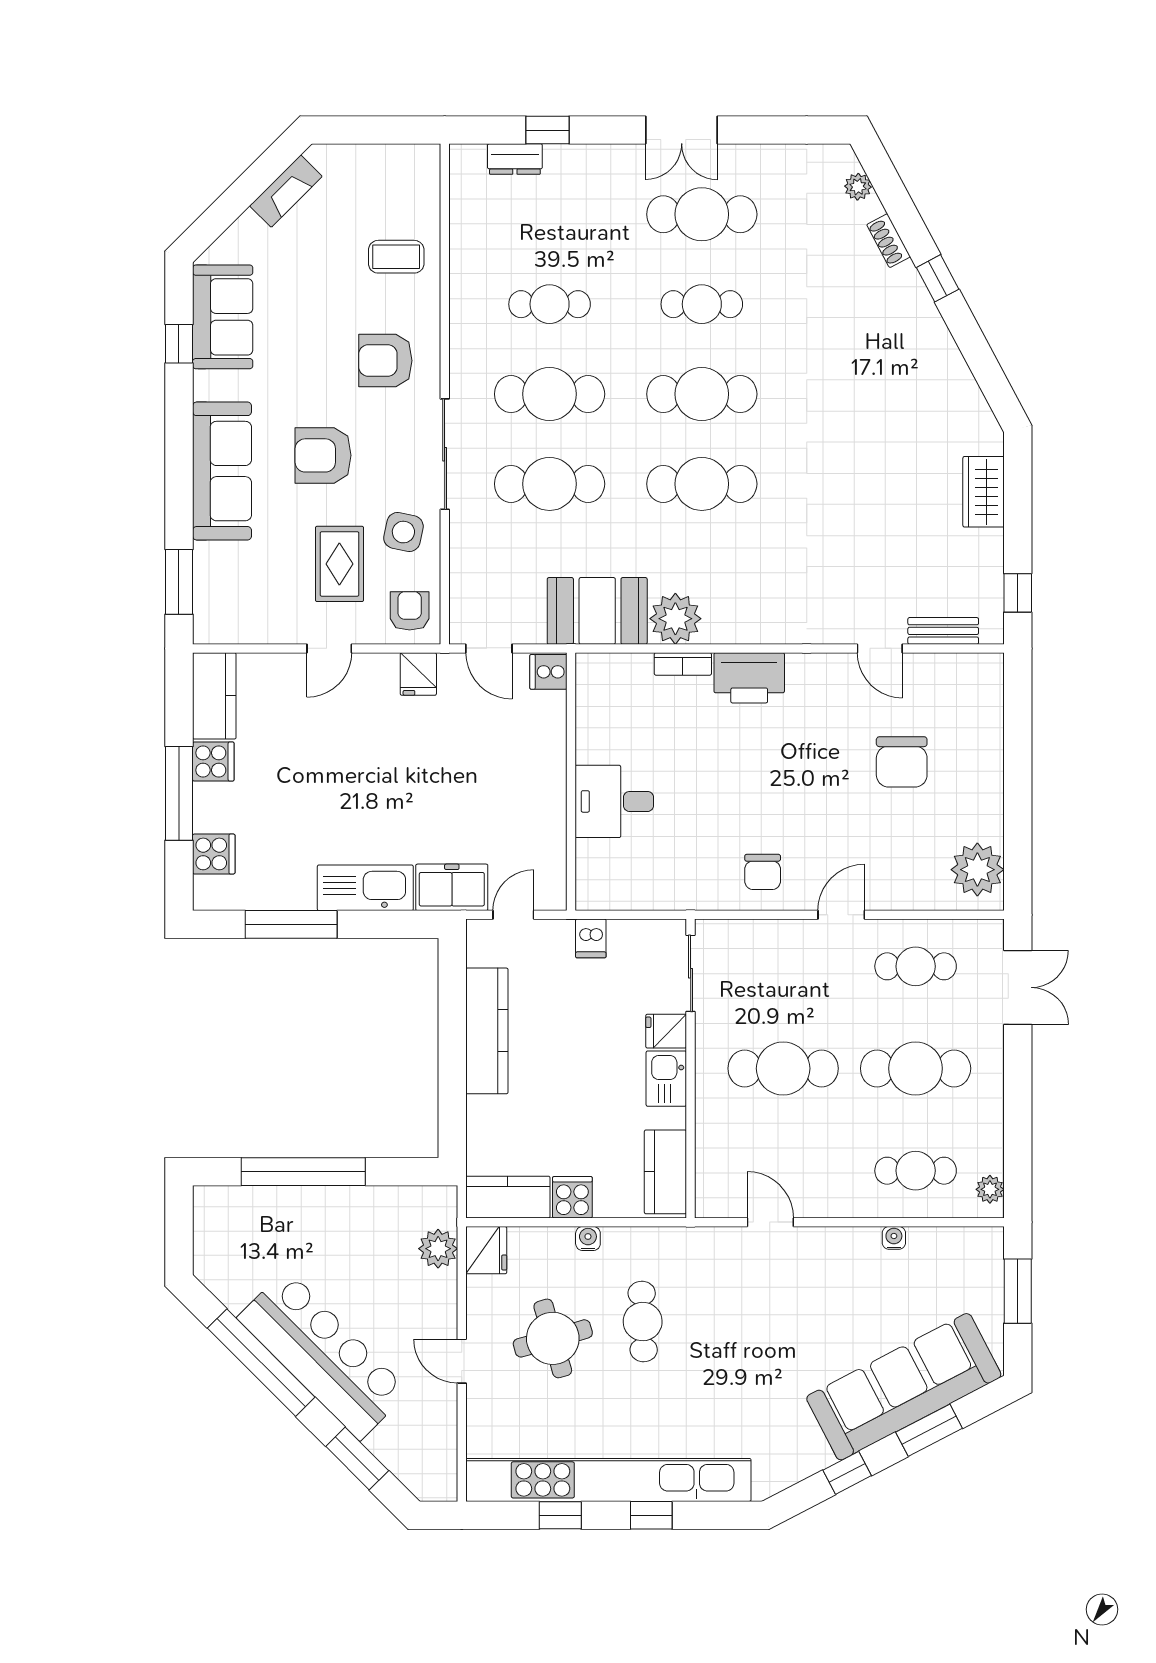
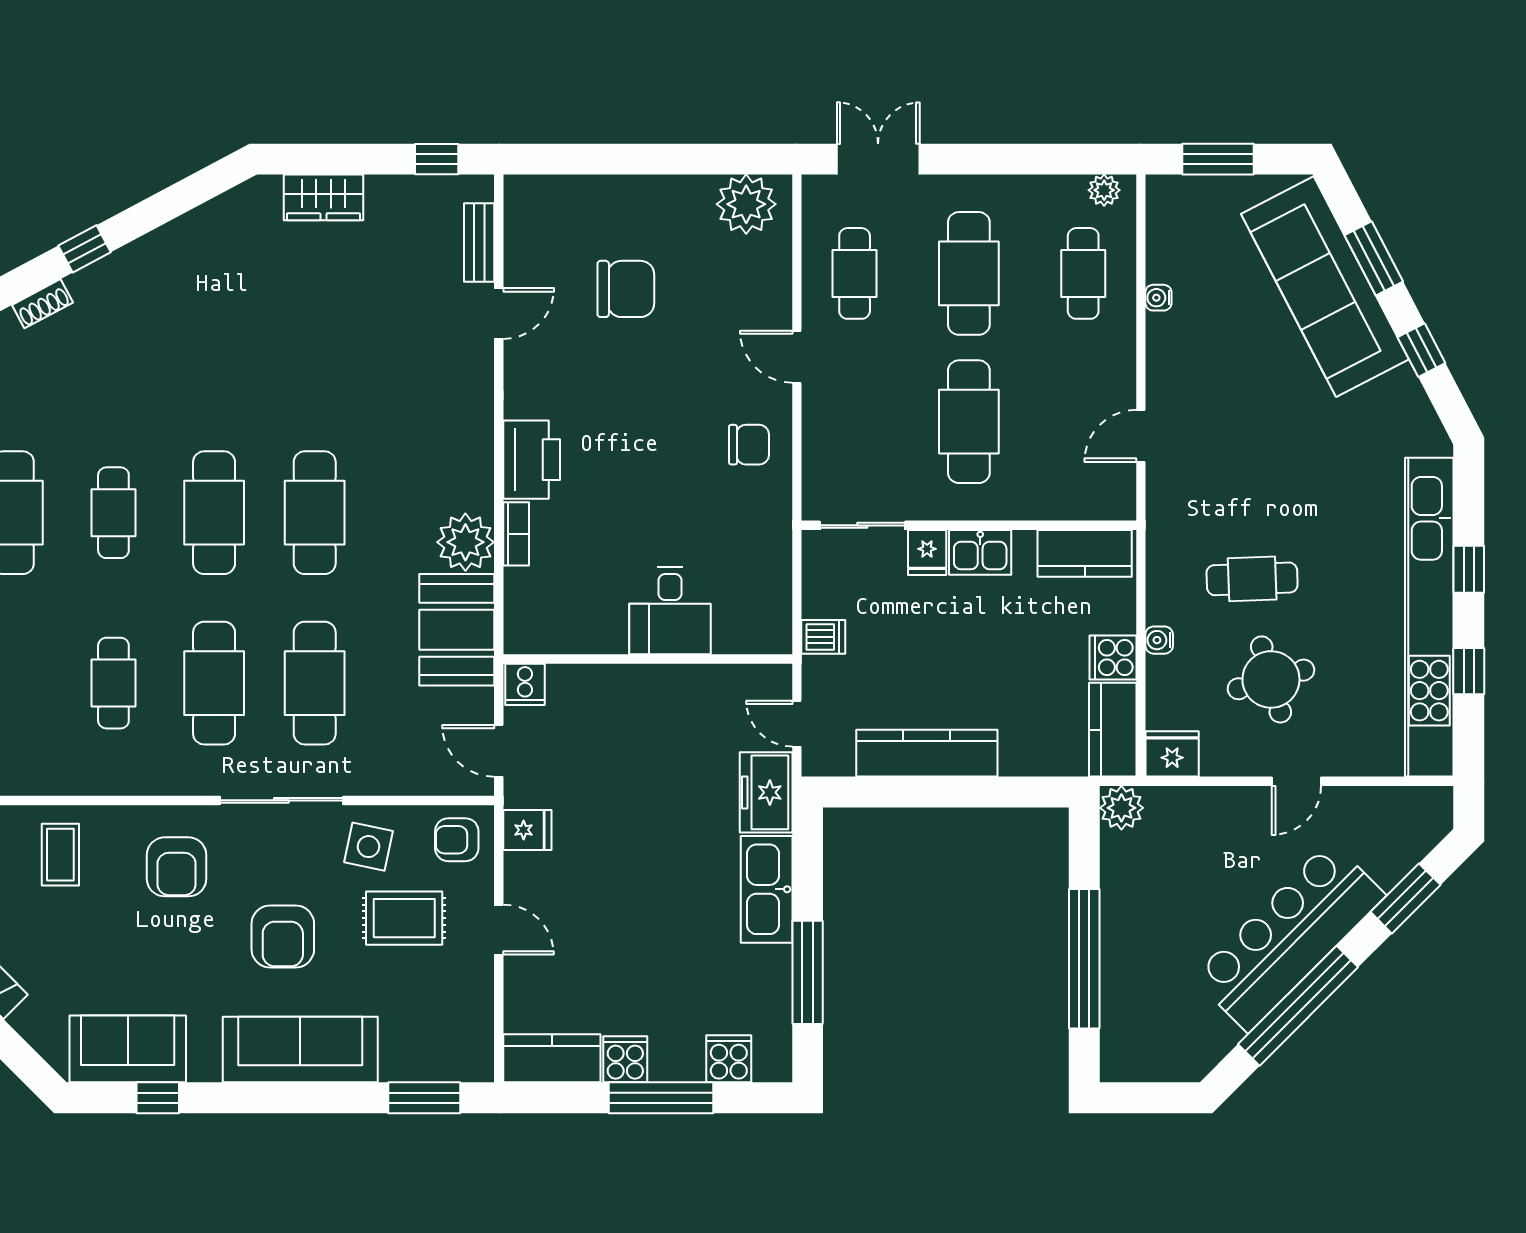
door: (489, 648) -> (499, 751), swing flipped
plant: (438, 1249) -> (1121, 808), moved

